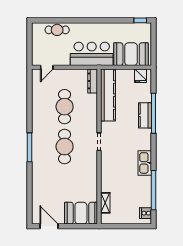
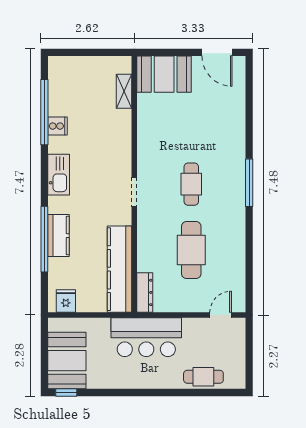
booth: (131, 54) -> (67, 361), moved, turned 90
cafe table: (65, 147) -> (191, 184), width x0.73, depth x0.74
kitchen sink: (145, 163) -> (59, 175), moved
cooker: (145, 213) -> (58, 126), moved

